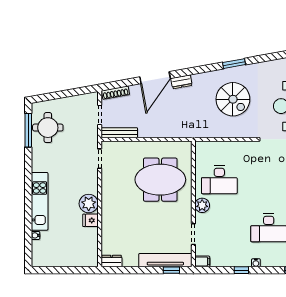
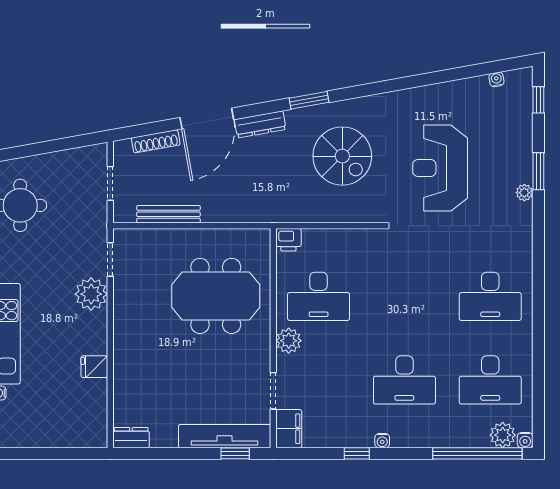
window: (234, 64) -> (309, 100), moved
dresser: (181, 82) -> (260, 124), width x1.44
shoe rack: (115, 93) -> (156, 141), moved
bench: (119, 133) -> (168, 214), moved
printer: (202, 147) -> (288, 240), added
plant: (89, 204) -> (91, 294), moved
filing cabinet: (202, 261) -> (289, 429), width x2.00

